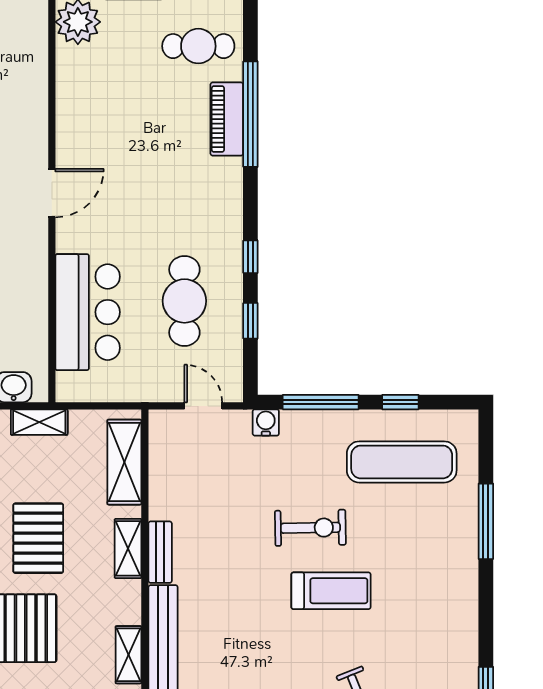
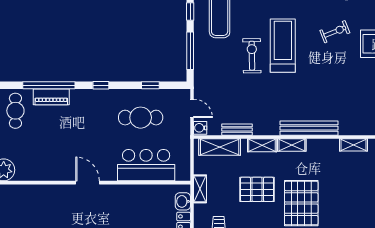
window: (250, 257) -> (101, 85), moved
door: (203, 406) -> (192, 108), swing flipped
water cooler: (266, 422) -> (200, 128), moved
bench: (160, 552) -> (237, 130), moved
treadmill: (331, 591) -> (283, 46), width x1.37, depth x1.38
shelving: (128, 655) -> (292, 145), moved

